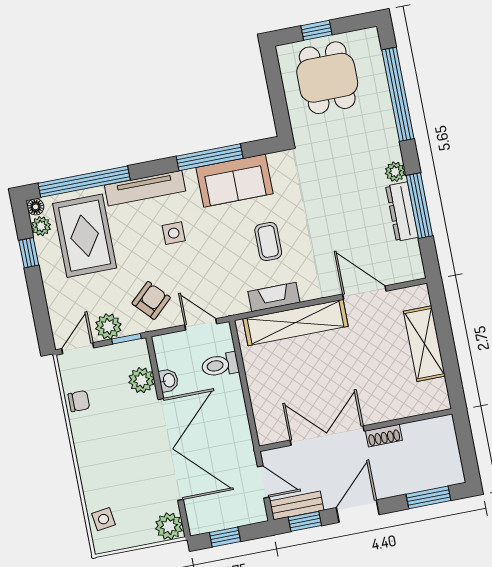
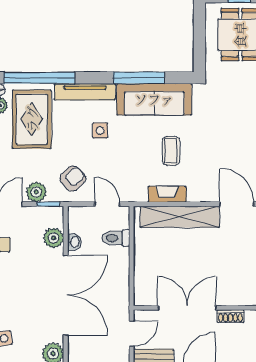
sofa: (235, 181) -> (154, 99), width x1.36
door: (263, 482) -> (132, 334), hinge flipped

